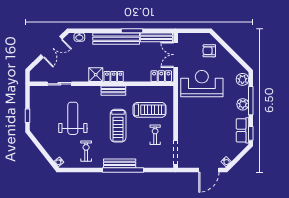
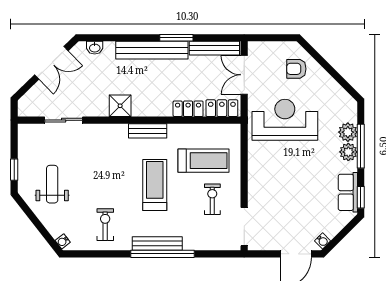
locker: (114, 76) -> (188, 109), moved
plant: (242, 79) -> (348, 132), moved
weight bench: (73, 118) -> (52, 184), moved, width x0.73, depth x0.75
treadmill: (118, 126) -> (155, 185), turned 180

